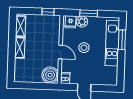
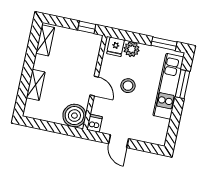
window: (89, 13) -> (164, 44), moved
shelving: (20, 48) -> (36, 85), moved

